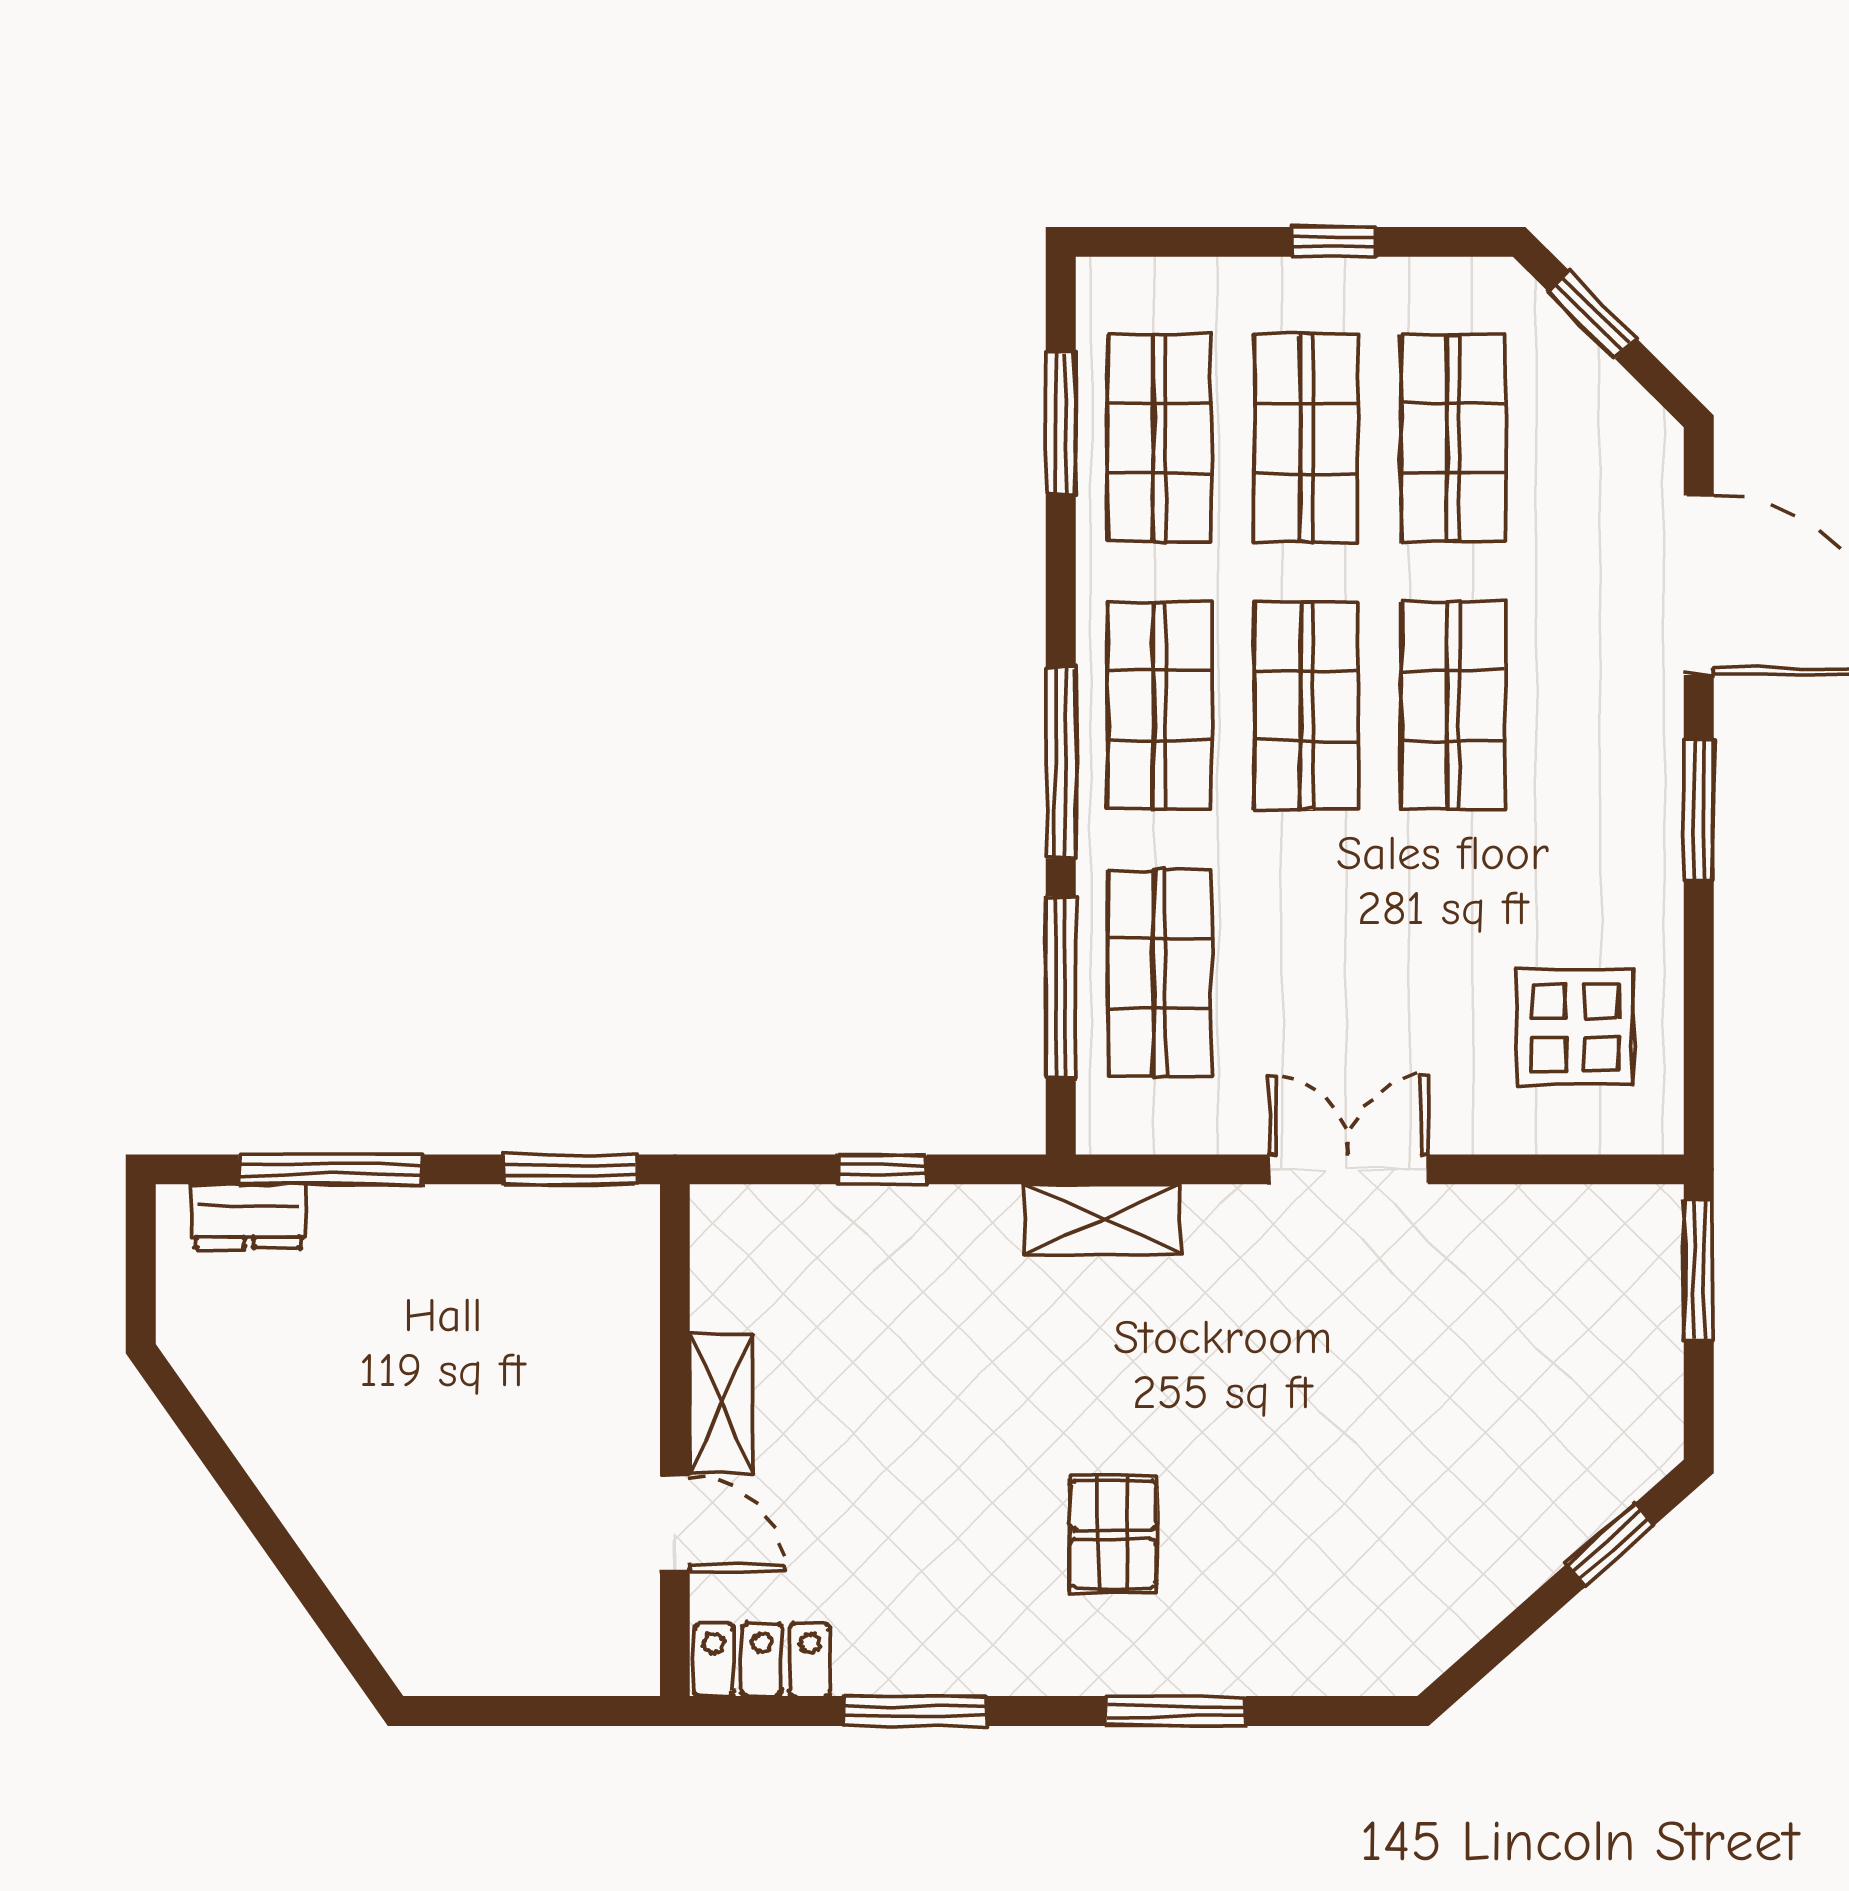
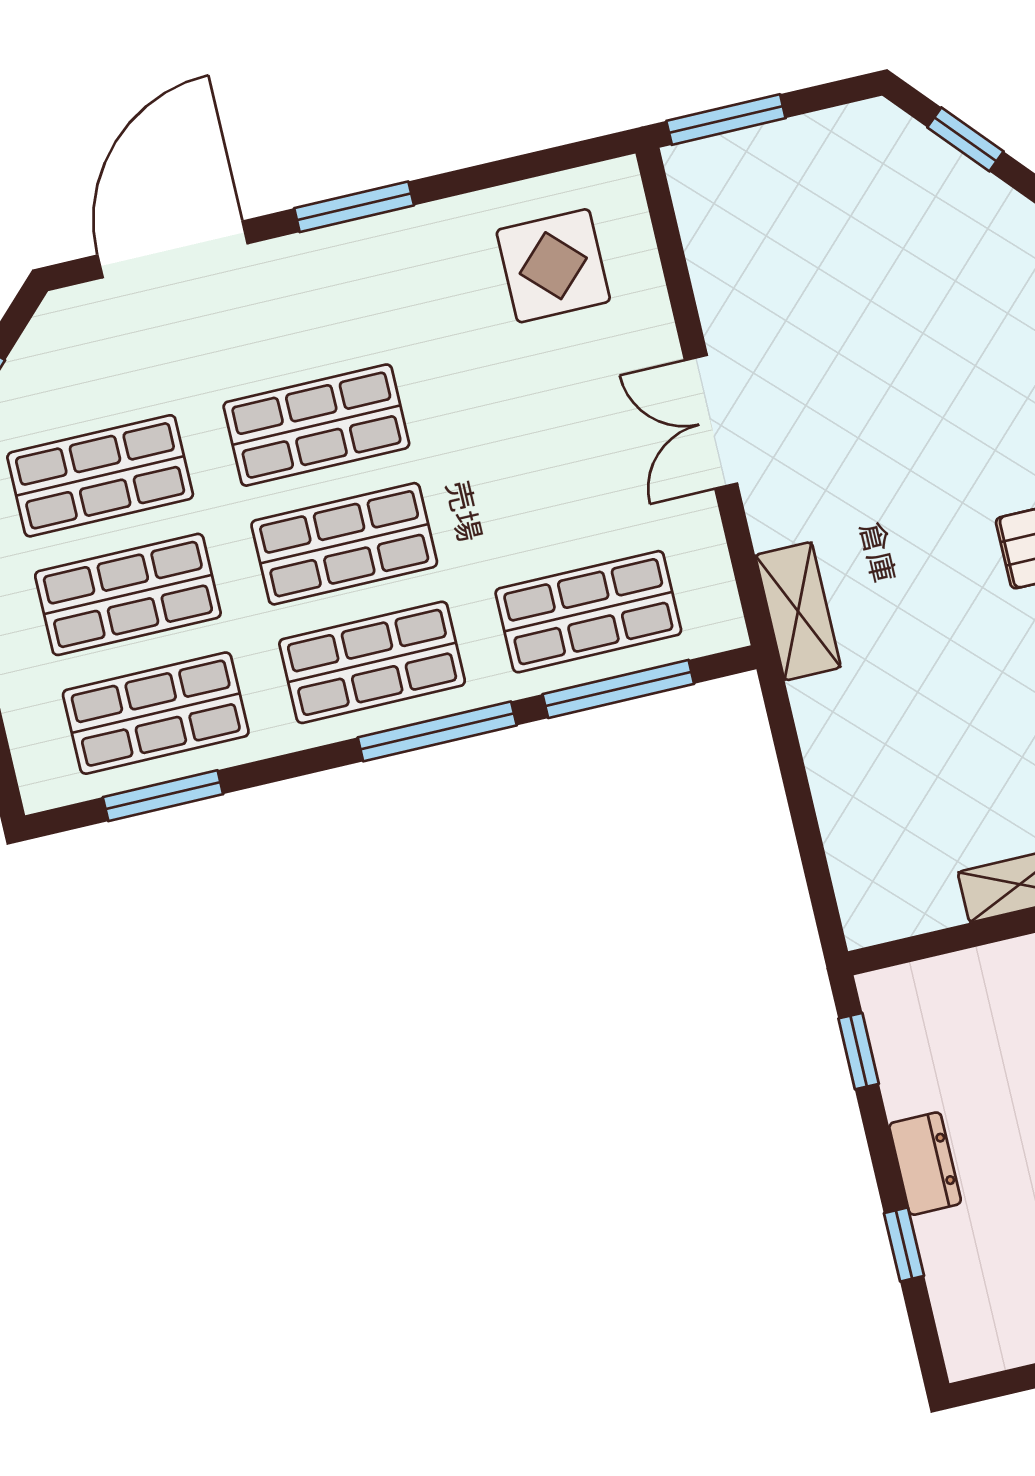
window: (331, 1169) -> (904, 1245), width x0.46
window: (570, 1169) -> (859, 1051), width x0.67
window: (882, 1169) -> (799, 798), removed
dresser: (249, 1216) -> (925, 1164), moved

